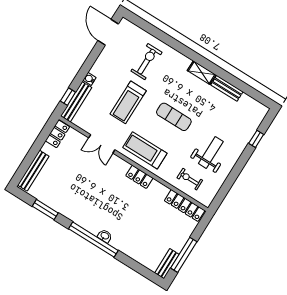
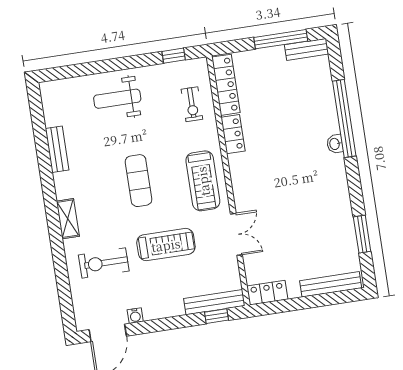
shelving: (202, 73) -> (68, 219), moved
water cooler: (89, 79) -> (135, 316), moved
window: (256, 139) -> (174, 56), moved
weight bench: (211, 152) -> (117, 99), moved
locker: (139, 177) -> (233, 134), moved
window: (93, 240) -> (344, 119), moved

